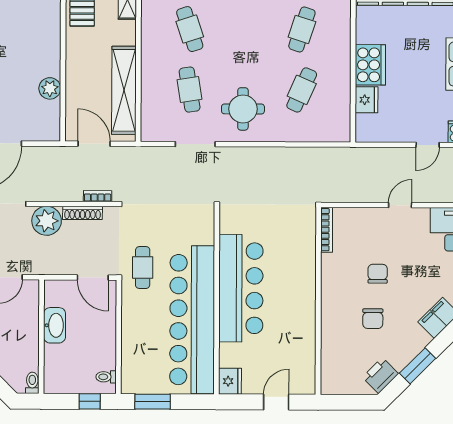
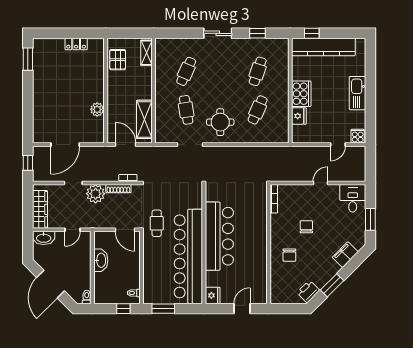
cafe table: (190, 29) -> (186, 71), turned 42
shelving: (124, 90) -> (144, 119), width x0.68
chair: (373, 319) -> (289, 255), moved

